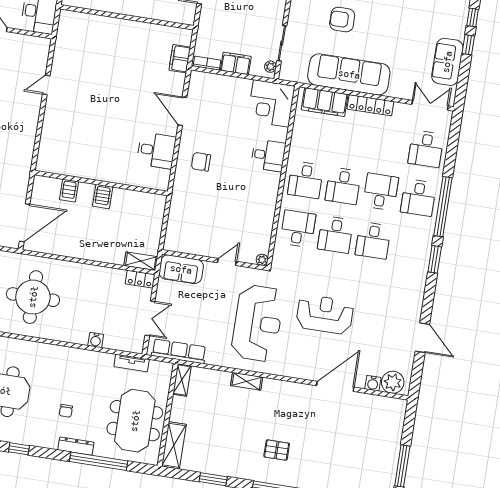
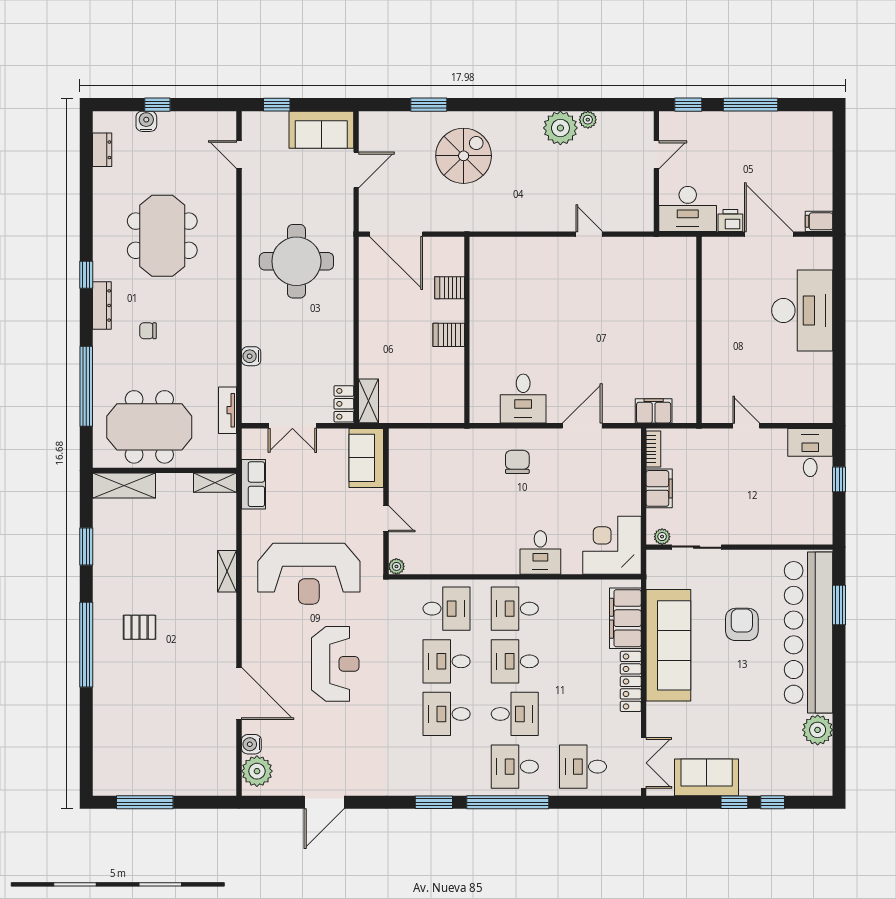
row of seats: (179, 351) -> (254, 484), width x0.68
dresser: (76, 446) -> (102, 305), moved
pallet: (277, 450) -> (140, 627), turned 90

